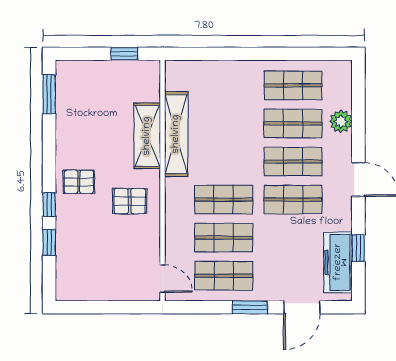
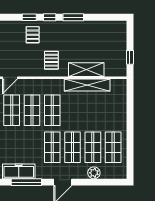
window: (49, 94) -> (73, 17), moved
pallet: (79, 182) -> (33, 35), moved
window: (358, 248) -> (26, 182), width x2.17

